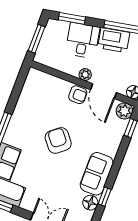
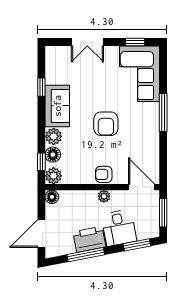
door: (104, 91) -> (142, 187), moved
armchair: (58, 140) -> (106, 124), turned 39
plant: (111, 147) -> (54, 136), added
floor lamp: (90, 203) -> (53, 155), moved

